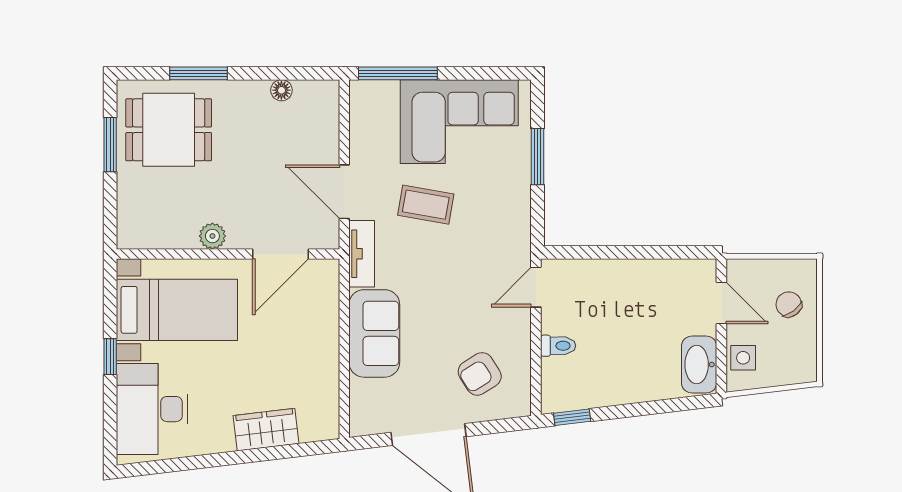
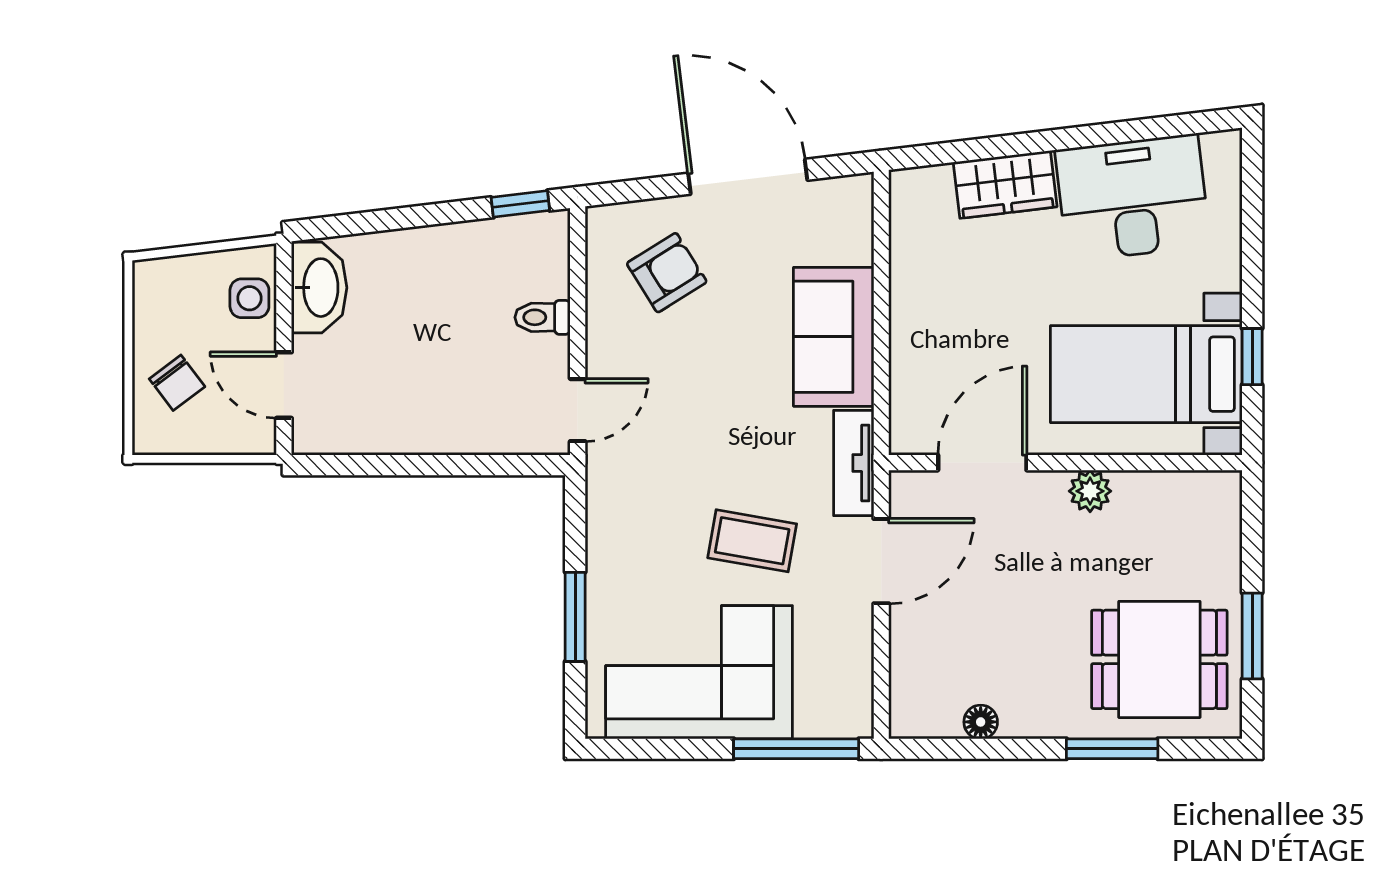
door: (344, 192) -> (881, 561), hinge flipped
window: (110, 357) -> (1252, 357), moved
desk: (152, 409) -> (1133, 198), moved, turned -97

